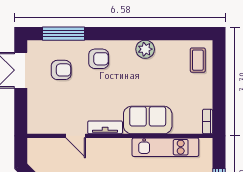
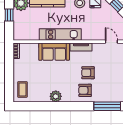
armchair: (61, 70) -> (88, 73), moved
door: (76, 136) -> (111, 42), moved
kitchen unit: (165, 147) -> (60, 35), moved

